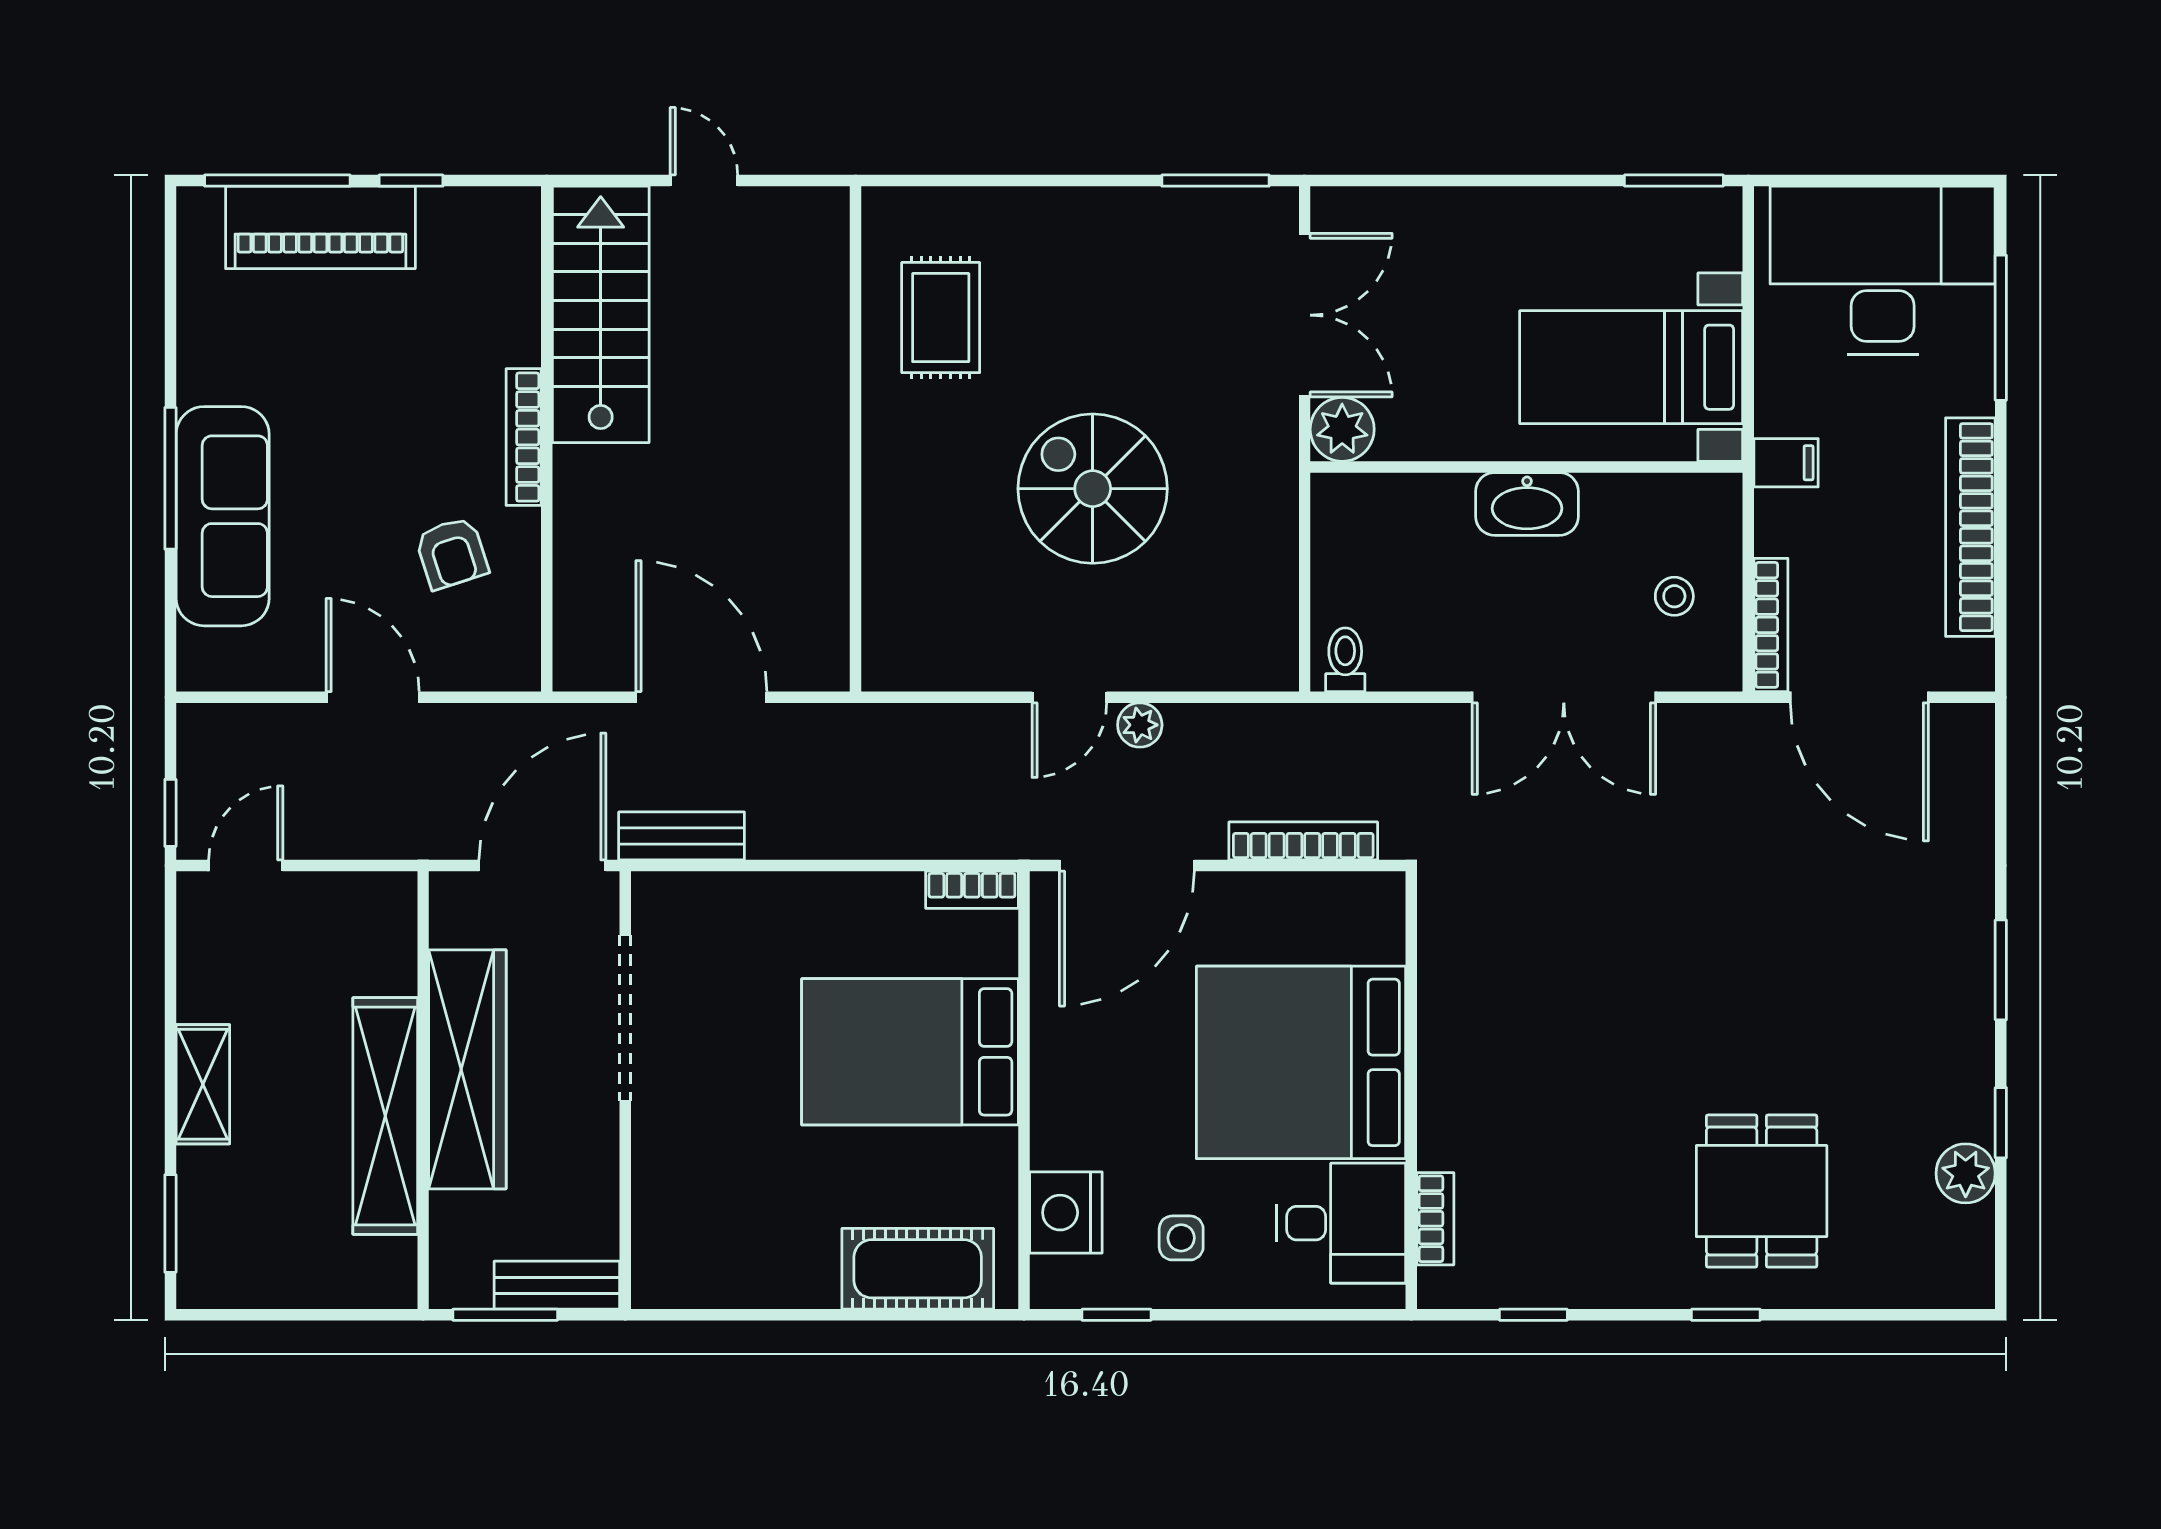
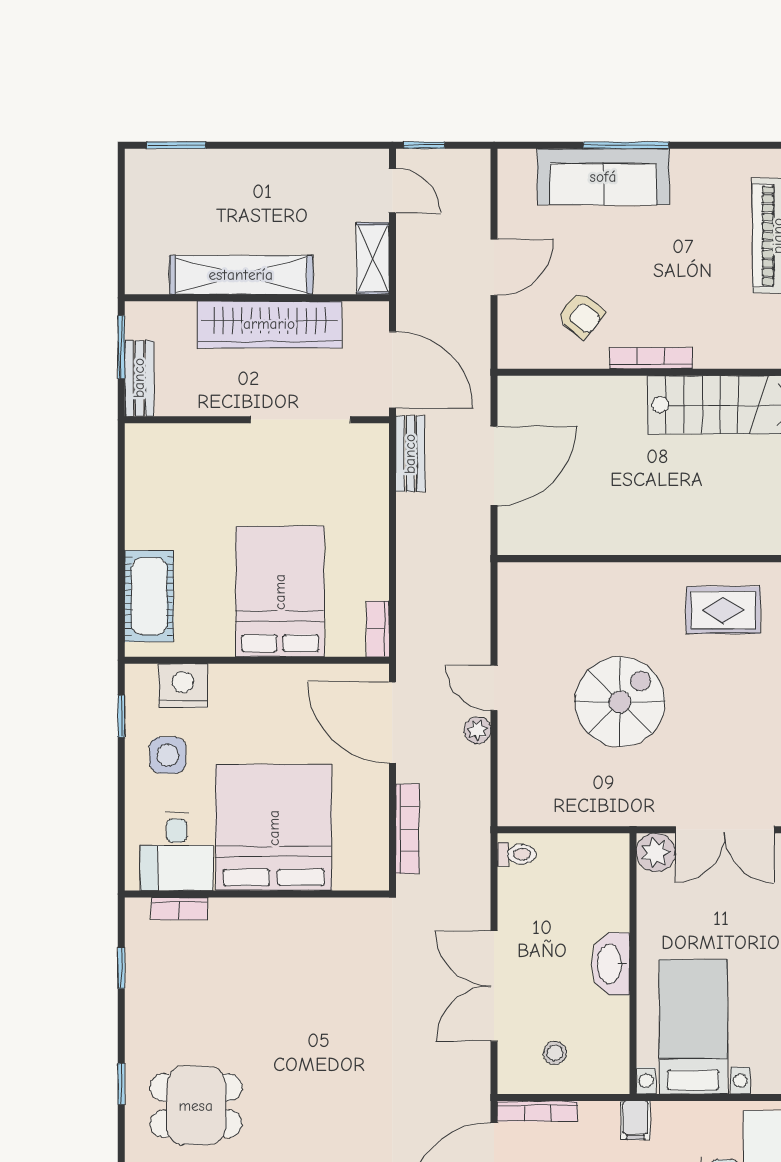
armchair: (452, 553) -> (581, 315), turned -123
shelving: (203, 1084) -> (373, 258), moved, turned 90
side table: (1181, 1238) -> (168, 755), width x1.37, depth x1.37

